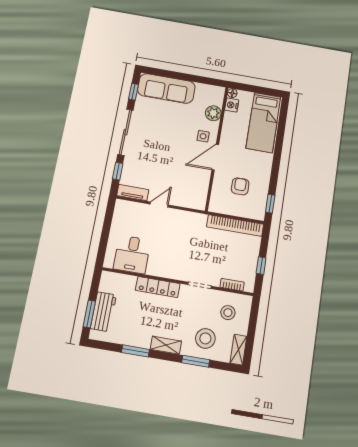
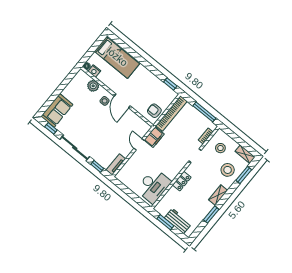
sofa: (166, 88) -> (57, 111), width x0.73
armchair: (240, 186) -> (154, 111), moved
door: (159, 204) -> (139, 144), moved
filing cabinet: (194, 220) -> (154, 137), added
desk: (132, 254) -> (154, 186), width x1.37
window: (261, 266) -> (204, 112), width x2.17
locker: (158, 287) -> (182, 181), width x0.66
window: (89, 314) -> (165, 222), moved
window: (196, 361) -> (244, 175), moved

